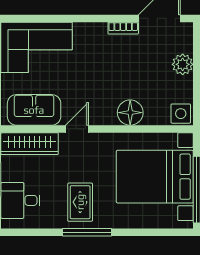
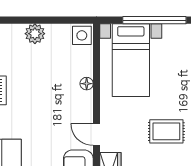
floor lamp: (130, 113) -> (87, 84), width x0.53, depth x0.53
bed with nightstands: (155, 177) -> (131, 60), width x0.73

